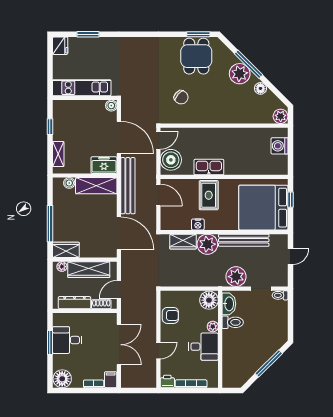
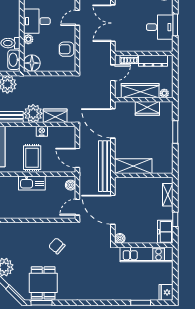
boiler: (171, 160) -> (71, 185), width x0.54, depth x0.54
freezer: (104, 165) -> (165, 232), moved, turned 90
boiler: (69, 183) -> (158, 169), removed
window: (50, 224) -> (175, 132), width x0.69
wardrobe: (66, 250) -> (147, 108), moved

